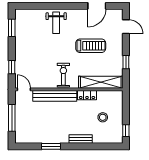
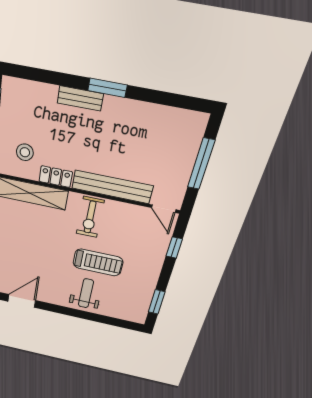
treadmill: (91, 46) -> (98, 262), moved, turned 180
stool: (103, 117) -> (25, 152), moved
window: (51, 146) -> (107, 88), moved

